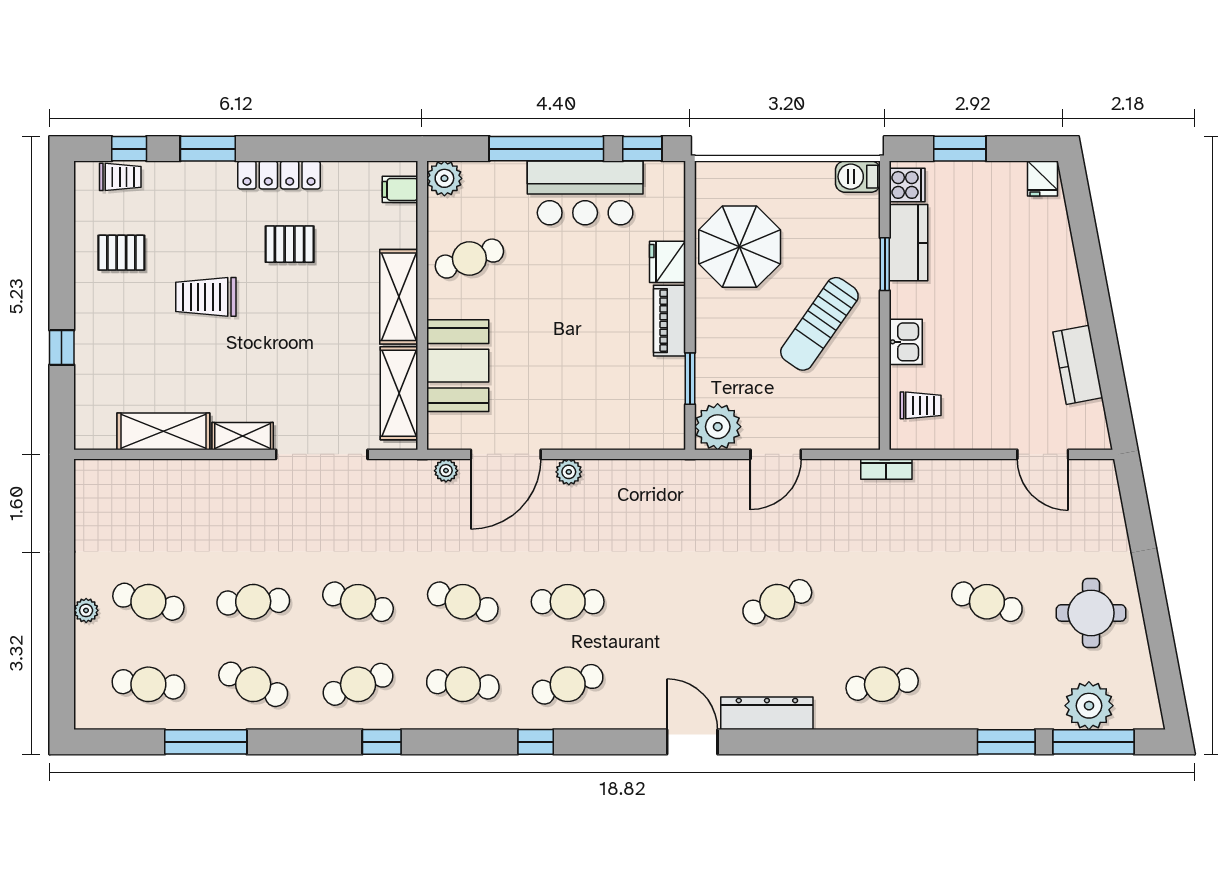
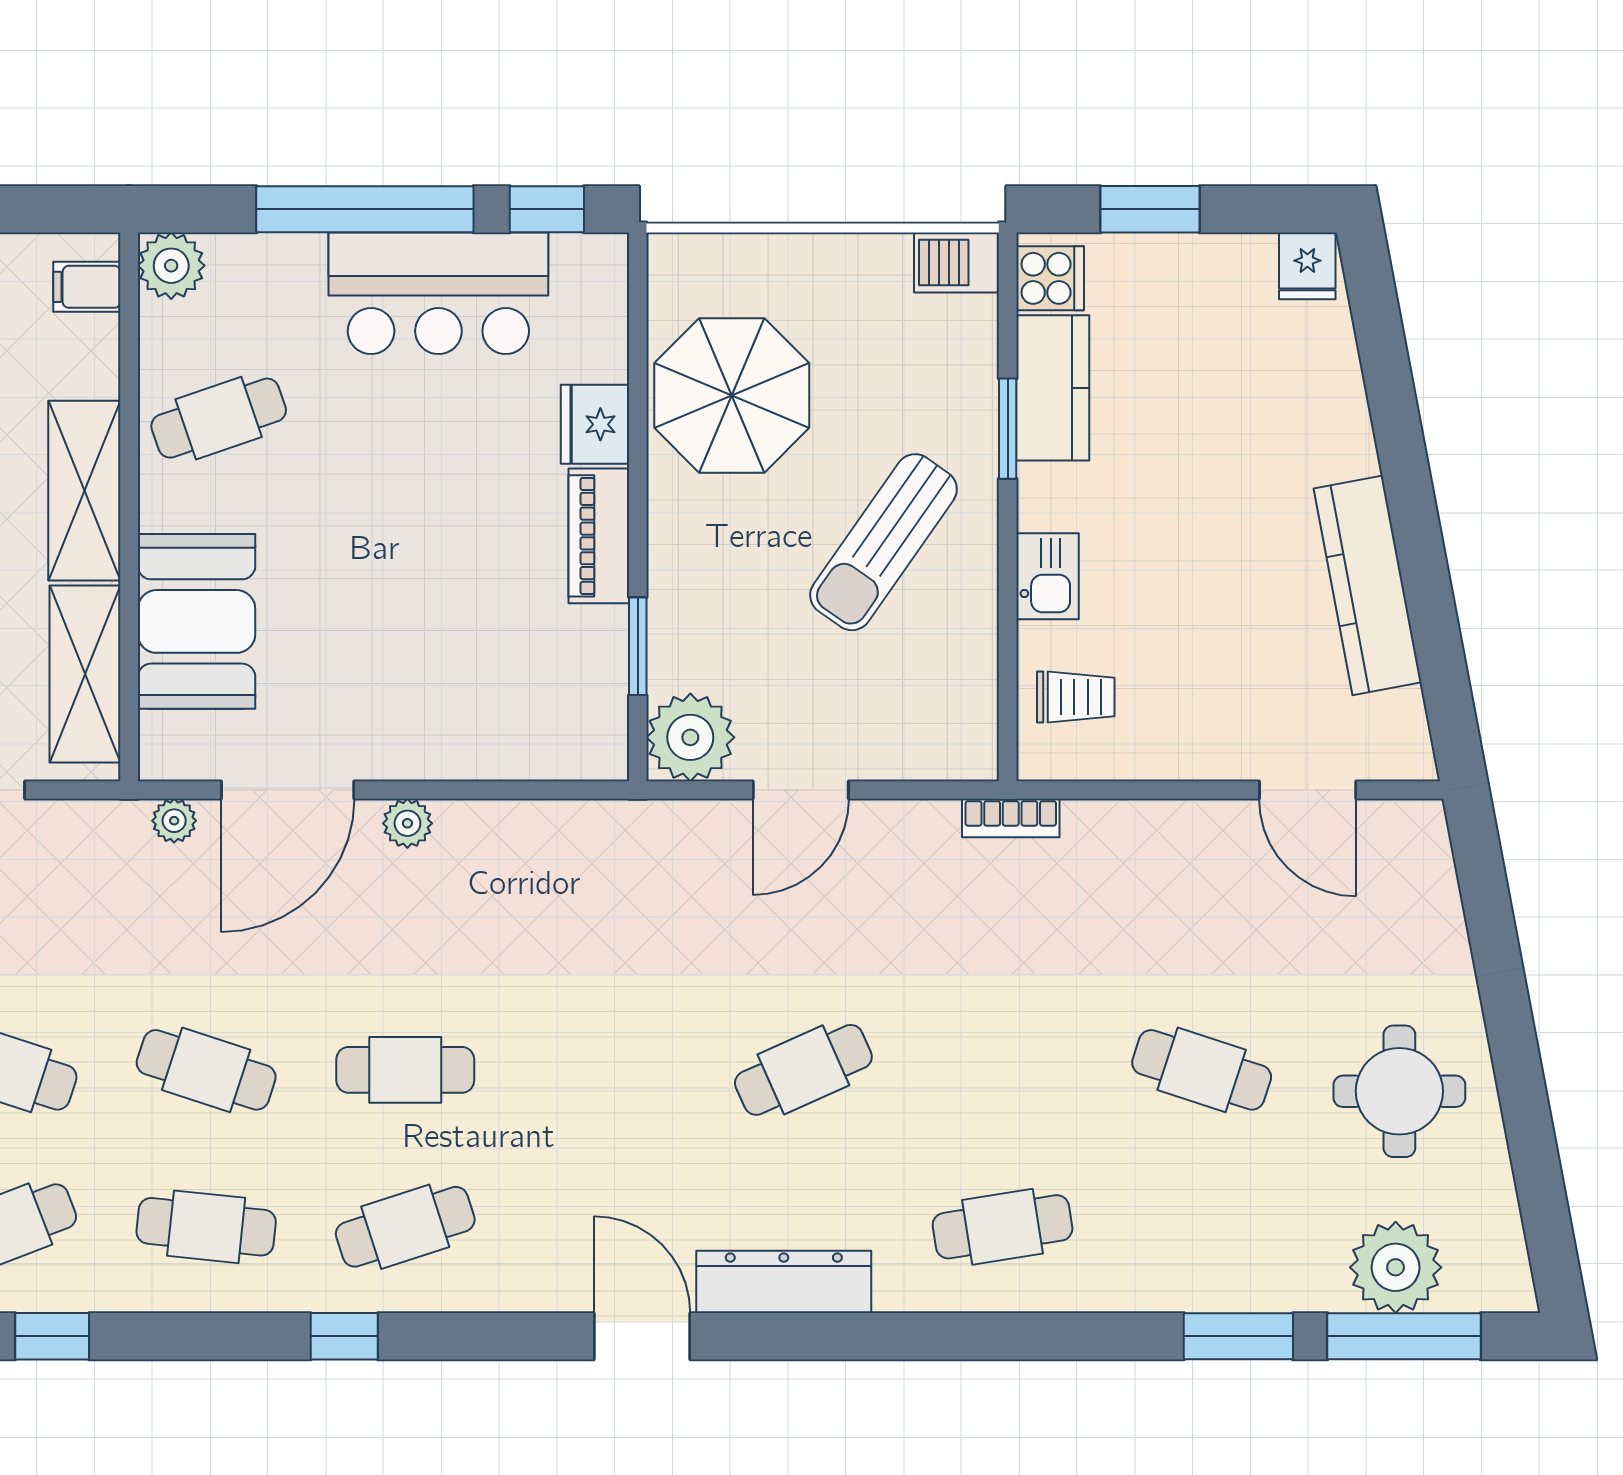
kitchen counter: (1078, 365) -> (1368, 585), width x1.50

